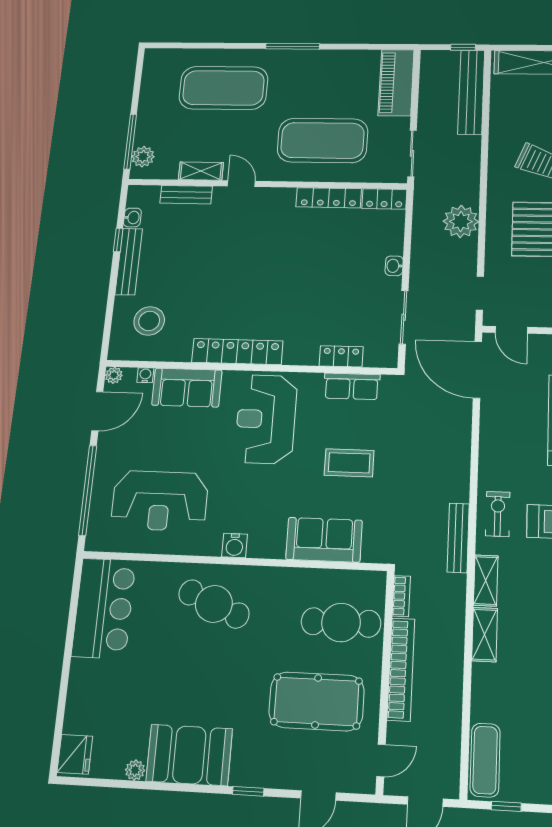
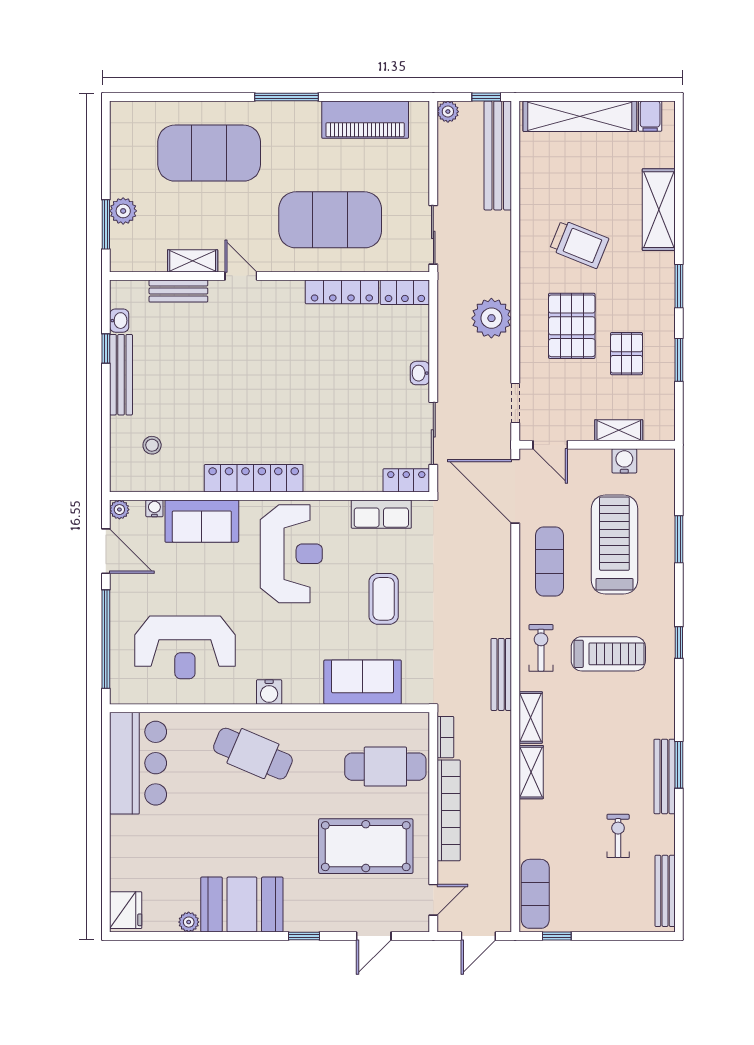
plant: (429, 58) -> (448, 112), added
piano: (396, 83) -> (365, 120), moved, turned -90
window: (130, 142) -> (106, 224), width x0.69
plant: (143, 157) -> (123, 211), moved
stool: (149, 321) -> (152, 445), width x0.53, depth x0.53
locker: (341, 356) -> (406, 480), moved
door: (97, 411) -> (106, 551), hinge flipped
reception desk: (266, 419) -> (291, 554), turned 180
exercise mat: (508, 434) -> (550, 561), added
coffee table: (349, 463) -> (384, 599), turned 90

